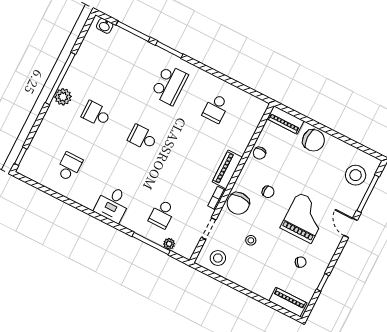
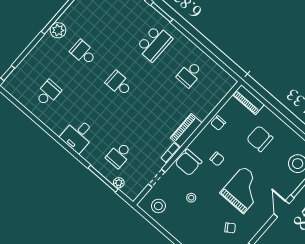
chair: (314, 140) -> (260, 139), moved, turned 180

